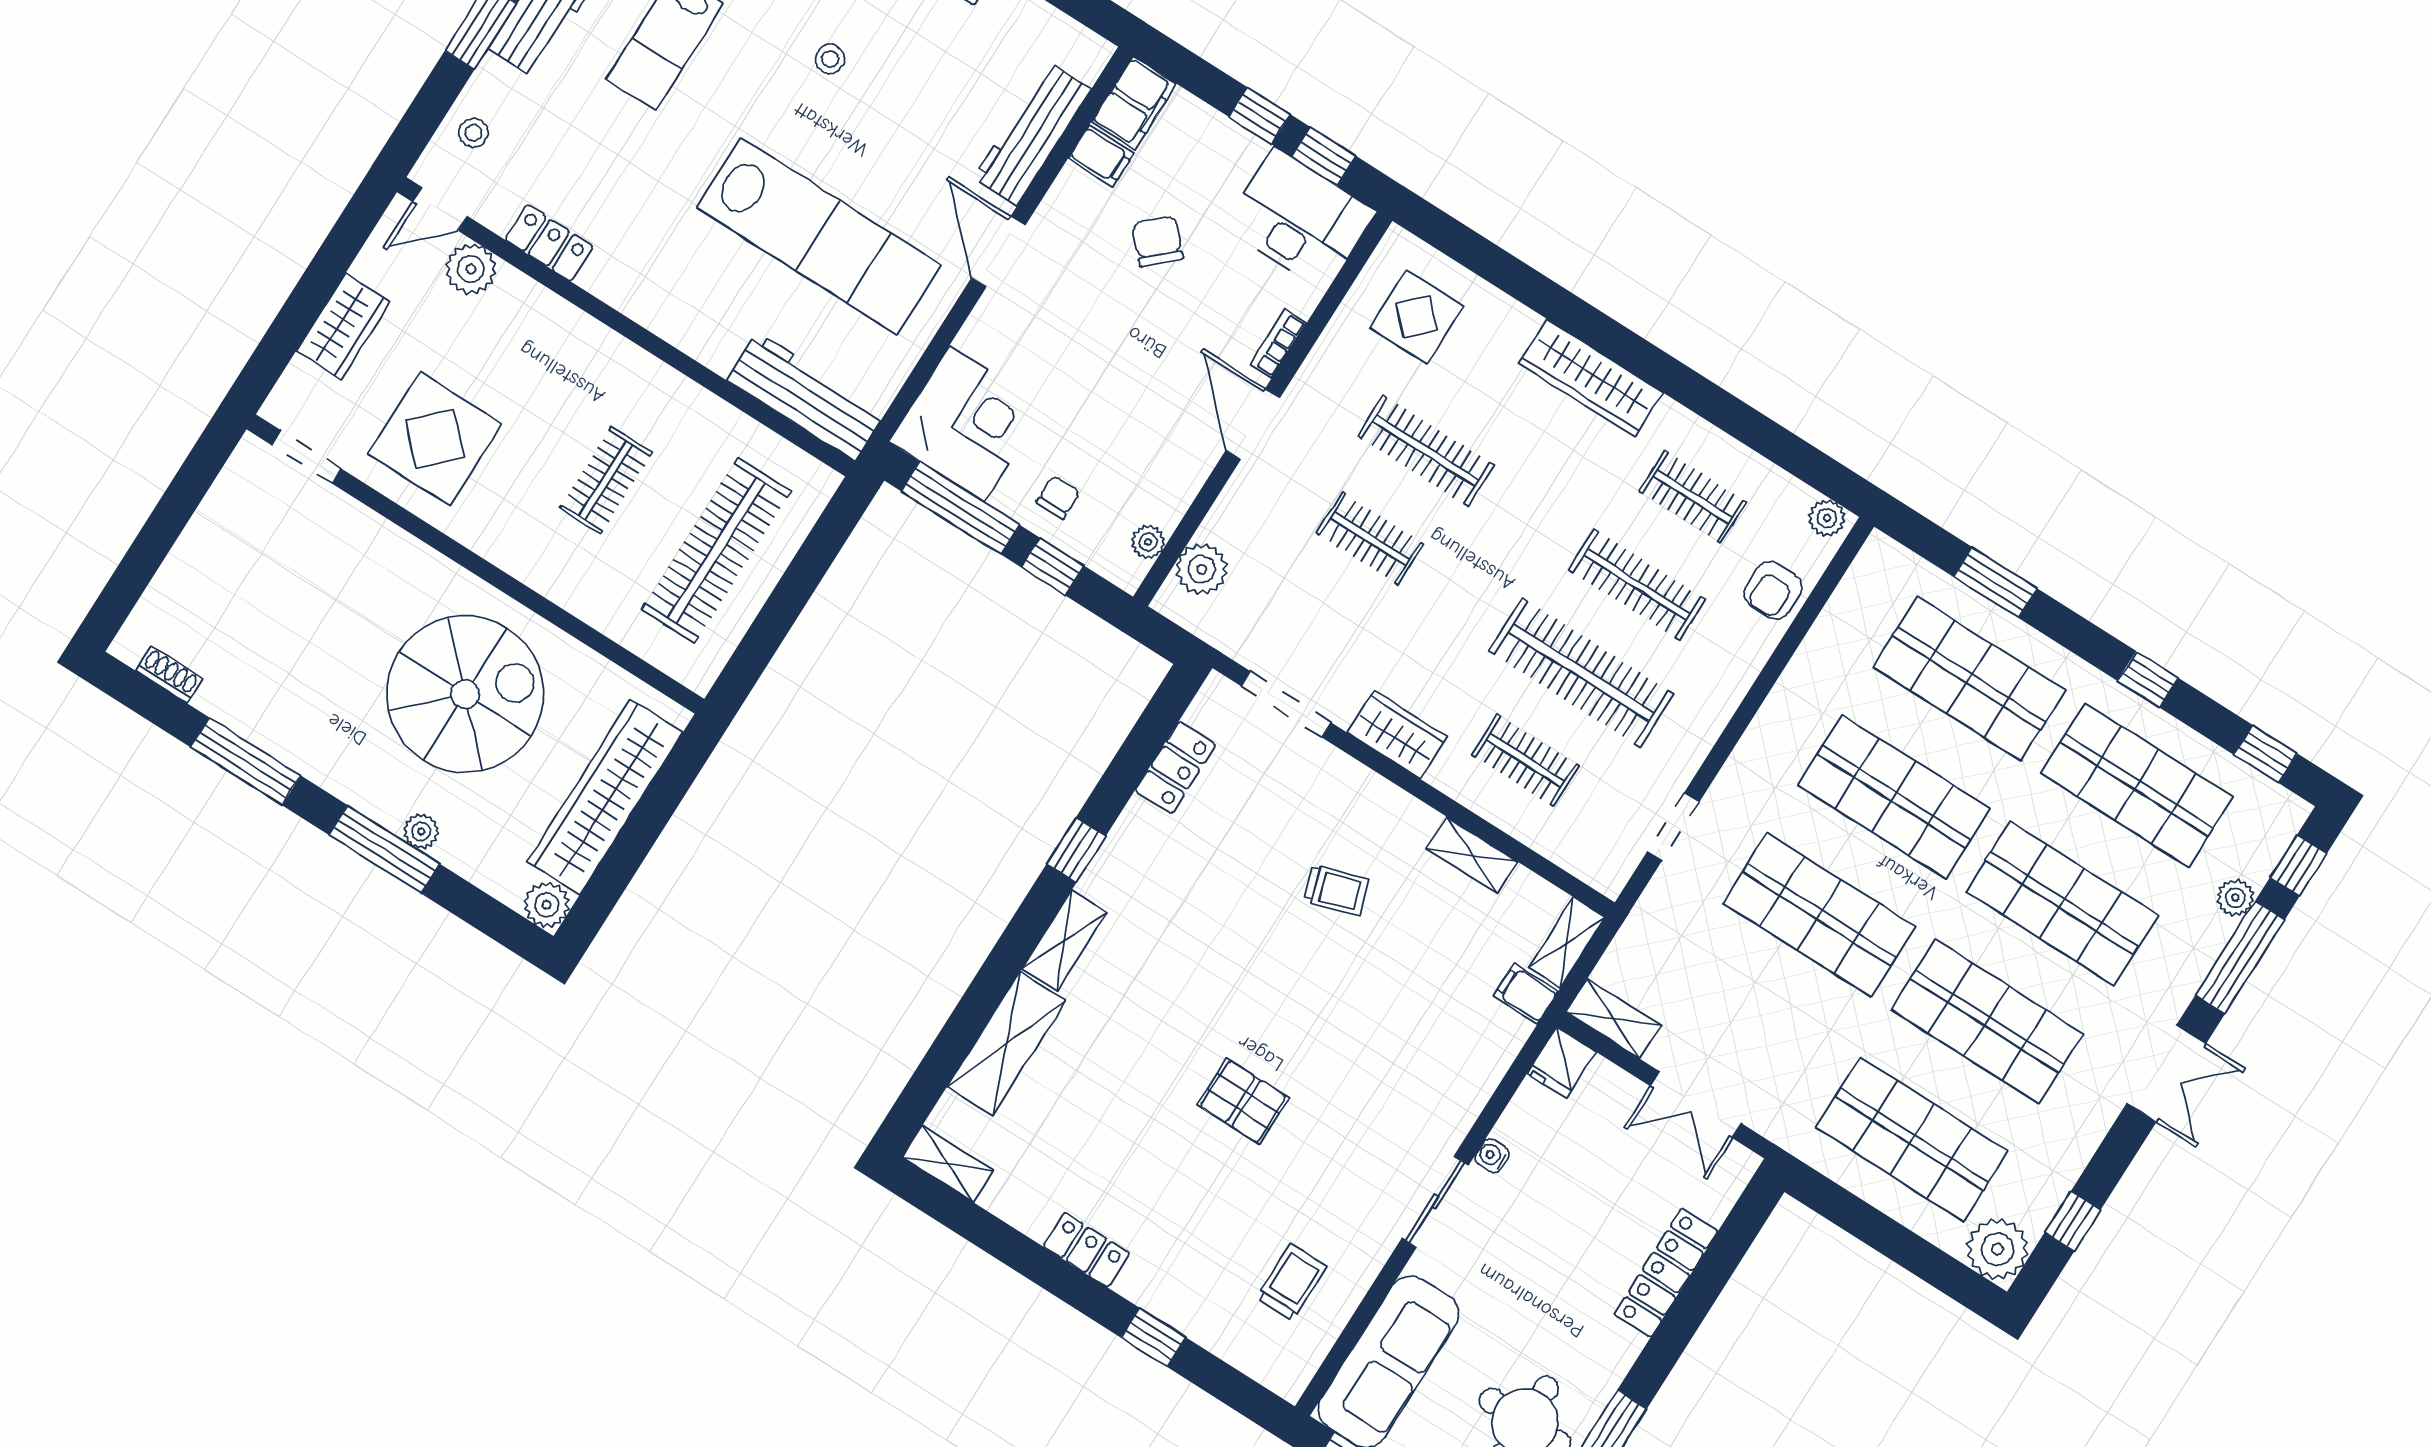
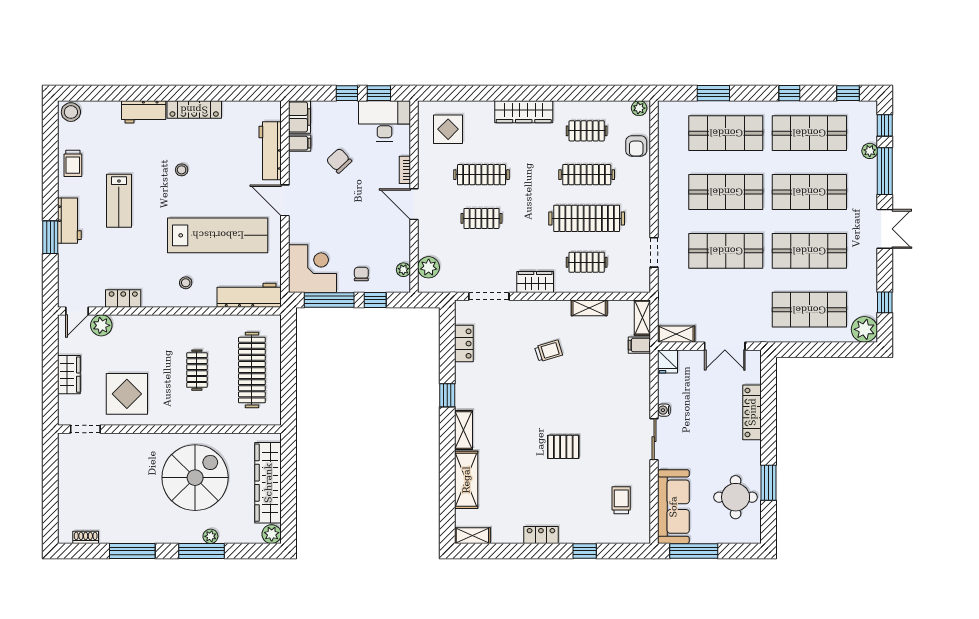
stool: (473, 133) -> (186, 283), moved

